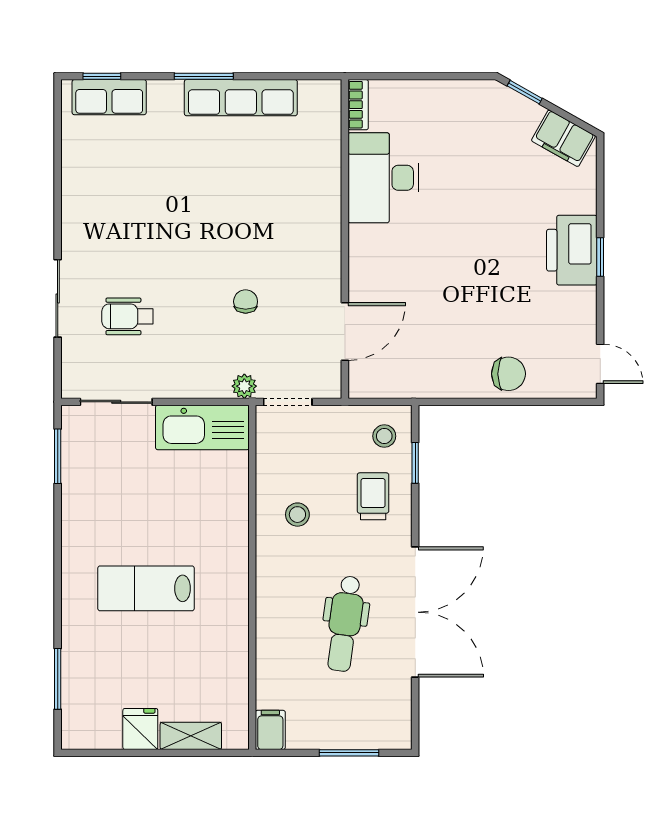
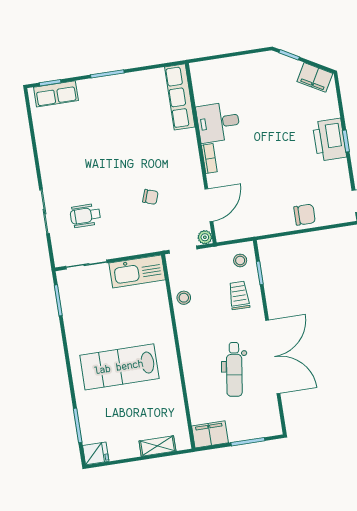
row of seats: (241, 98) -> (180, 97), moved, turned 90
bookcase: (358, 105) -> (209, 159), moved
desk: (383, 178) -> (218, 122), width x0.73
chair: (246, 302) -> (150, 197), turned 109
plant: (244, 386) -> (205, 237), moved
stool: (297, 515) -> (184, 298), moved
lab bench: (146, 588) -> (119, 367), width x1.36, depth x1.39
fridge: (140, 729) -> (96, 453), moved, turned 90
filing cabinet: (270, 730) -> (210, 434), width x2.00

